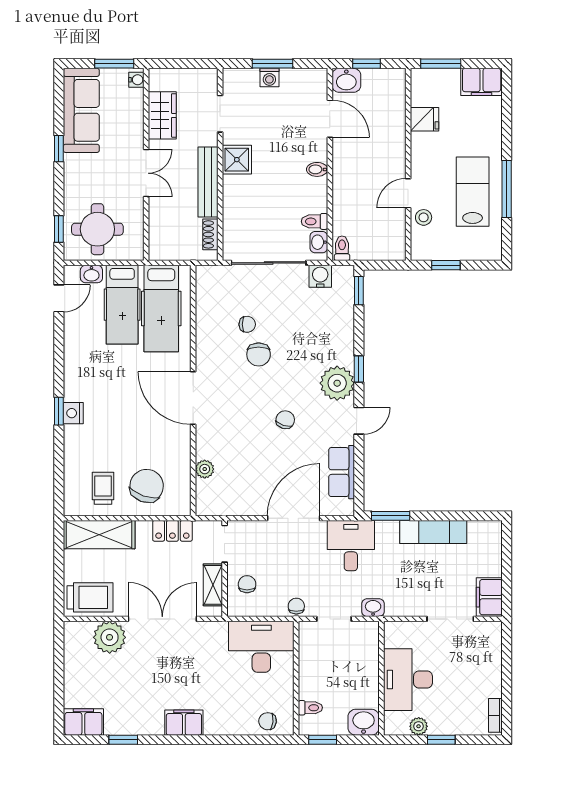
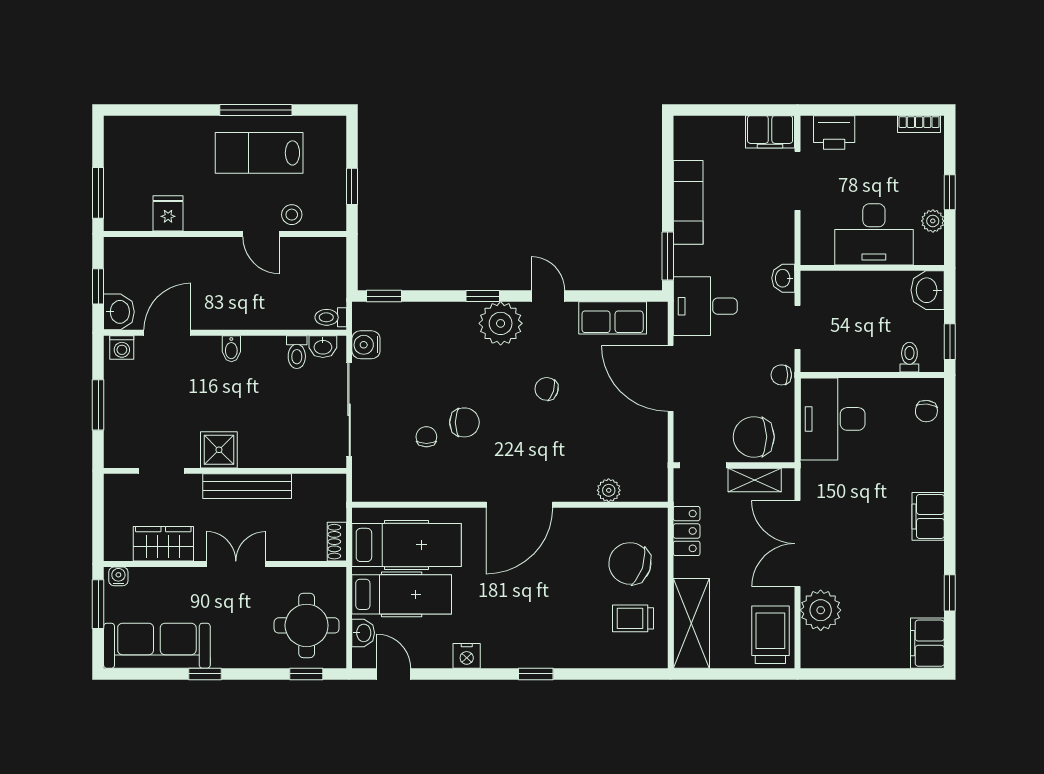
washing machine: (269, 78) -> (122, 347), moved, turned 90
filing cabinet: (482, 82) -> (121, 142), removed
shoe rack: (210, 234) -> (337, 542), moved, turned 90
nightstand: (73, 413) -> (467, 656), moved
chair: (247, 584) -> (754, 437), width x1.87, depth x1.87
printer: (489, 648) -> (834, 132), added

